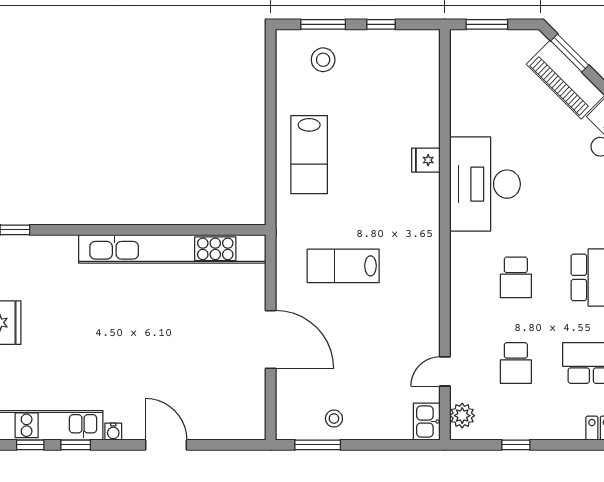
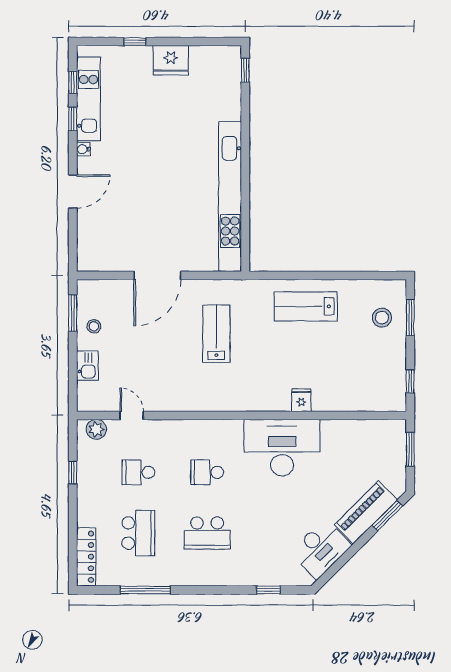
window: (381, 24) -> (410, 381), moved
kitchen sink: (427, 422) -> (87, 366), moved, turned 90

